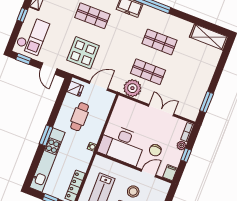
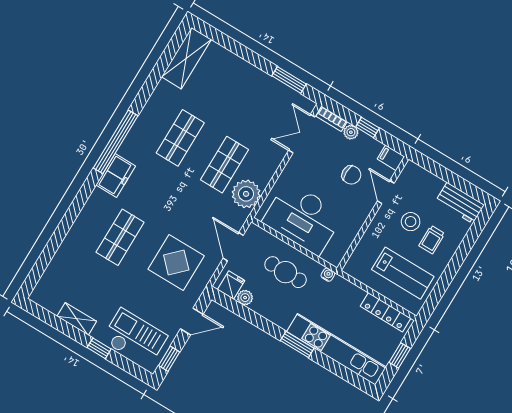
plant: (69, 99) -> (245, 298), added
double door: (161, 110) -> (302, 134), moved
cafe table: (80, 117) -> (286, 272), moved
desk: (122, 145) -> (303, 218), moved, turned 90

